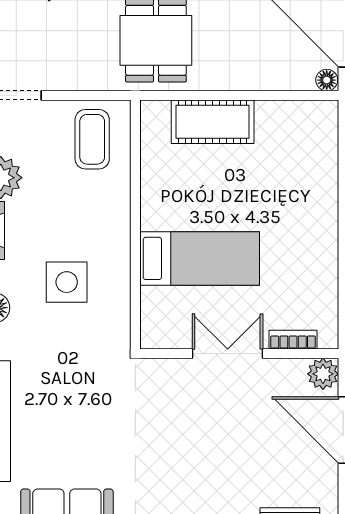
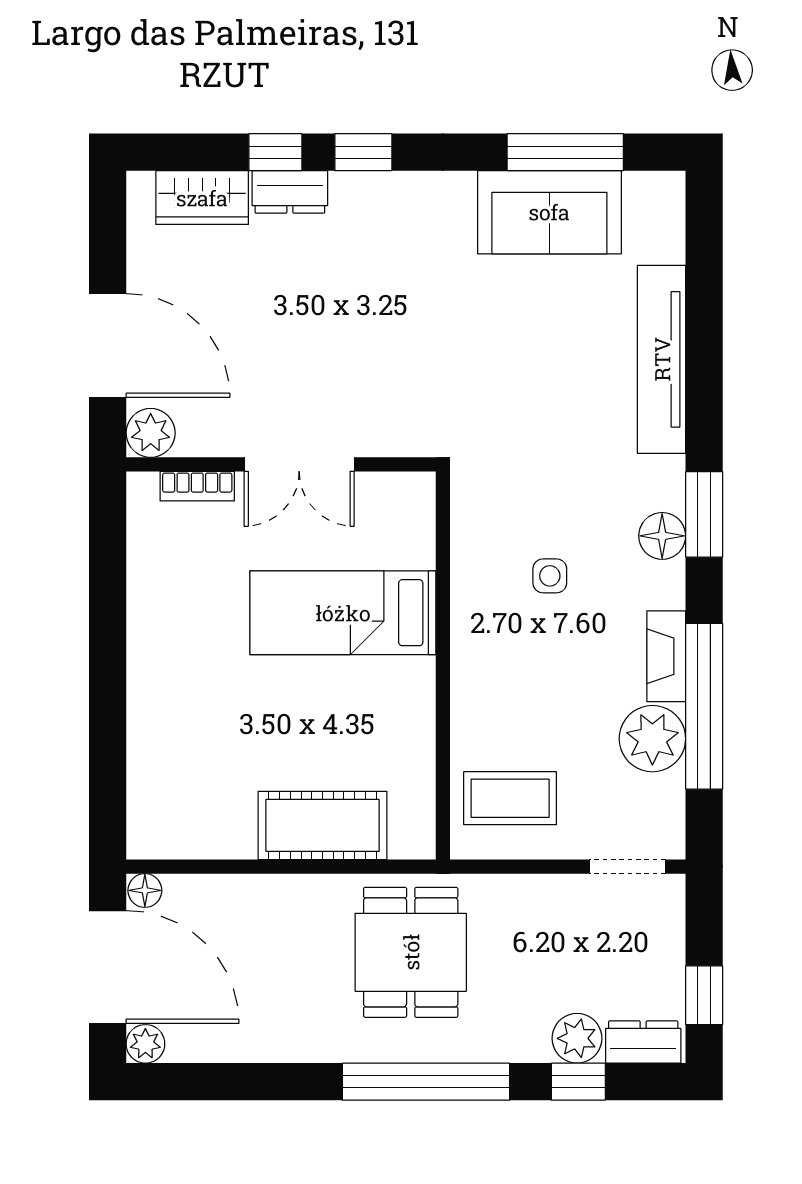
coffee table: (92, 139) -> (510, 798), turned 90
side table: (67, 282) -> (550, 576), width x0.54, depth x0.54

